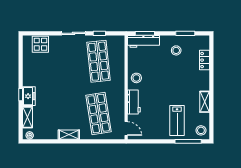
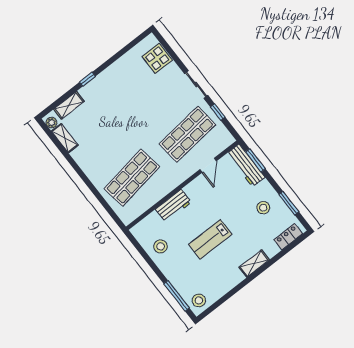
locker: (205, 60) -> (288, 237), moved
stool: (136, 78) -> (161, 246), moved
freezer: (29, 96) -> (92, 89), removed
shelving: (205, 102) -> (254, 264), moved
lab bench: (177, 120) -> (210, 239), moved
door: (126, 129) -> (208, 165), moved
shelving: (69, 135) -> (65, 138), moved

